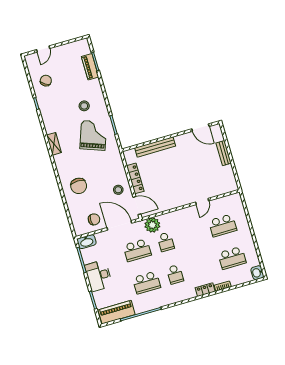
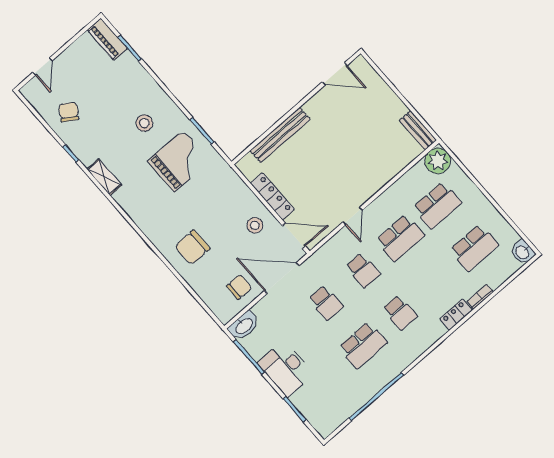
piano: (90, 67) -> (107, 39), moved
grand piano: (93, 135) -> (179, 161), turned 70
shelving: (54, 144) -> (104, 177), moved
bench: (224, 153) -> (418, 130), moved
chair: (79, 186) -> (192, 247), turned 90
door: (202, 202) -> (353, 216), moved
plant: (152, 225) -> (438, 161), moved
school desk: (194, 234) -> (400, 238), added
school desk: (137, 250) -> (326, 303), width x0.54
piano: (117, 312) -> (339, 411), removed

